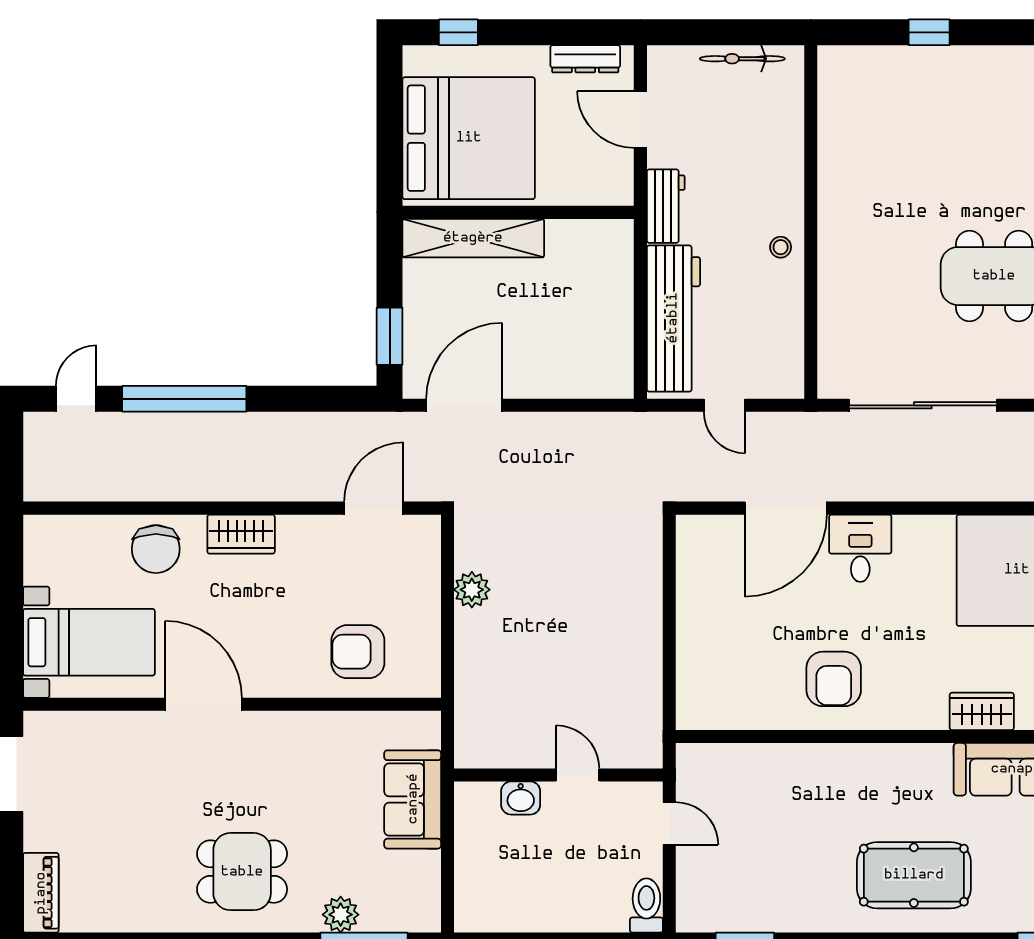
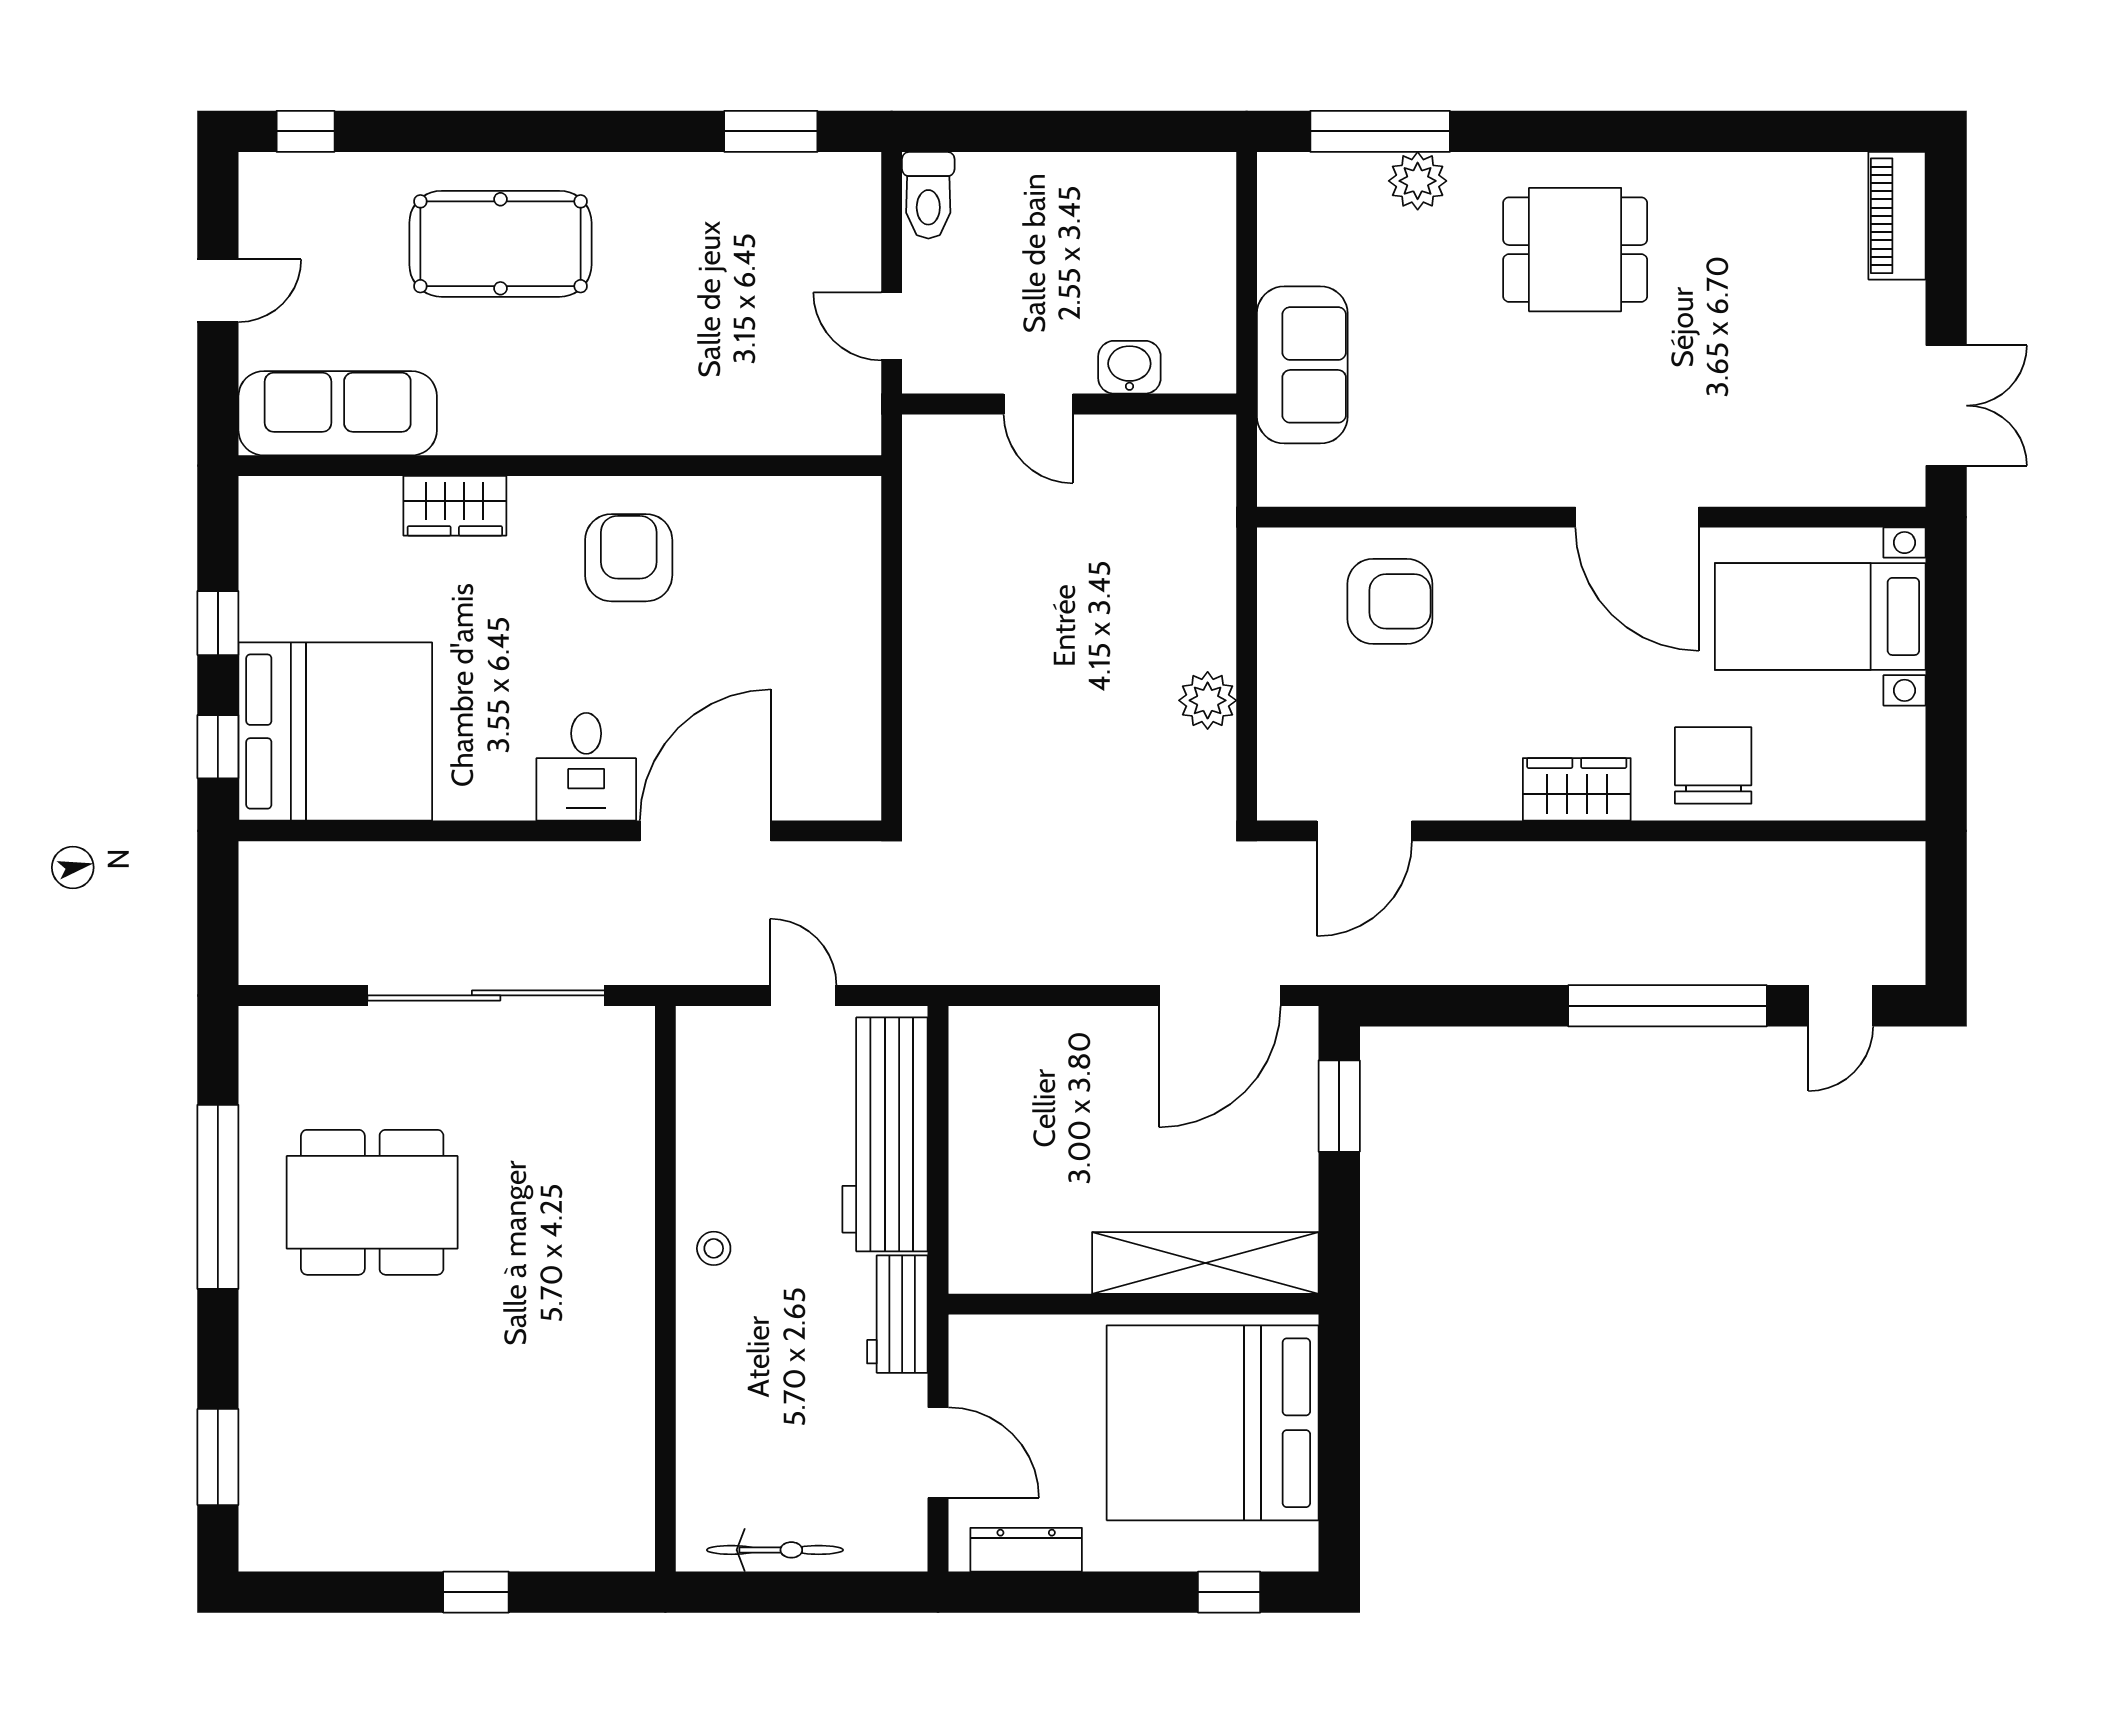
wardrobe: (982, 711) -> (455, 506), moved

